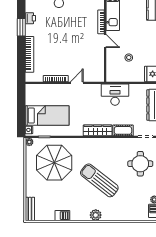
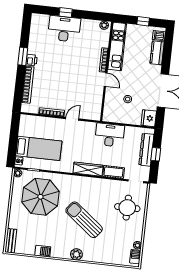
printer: (30, 18) -> (32, 60), moved

